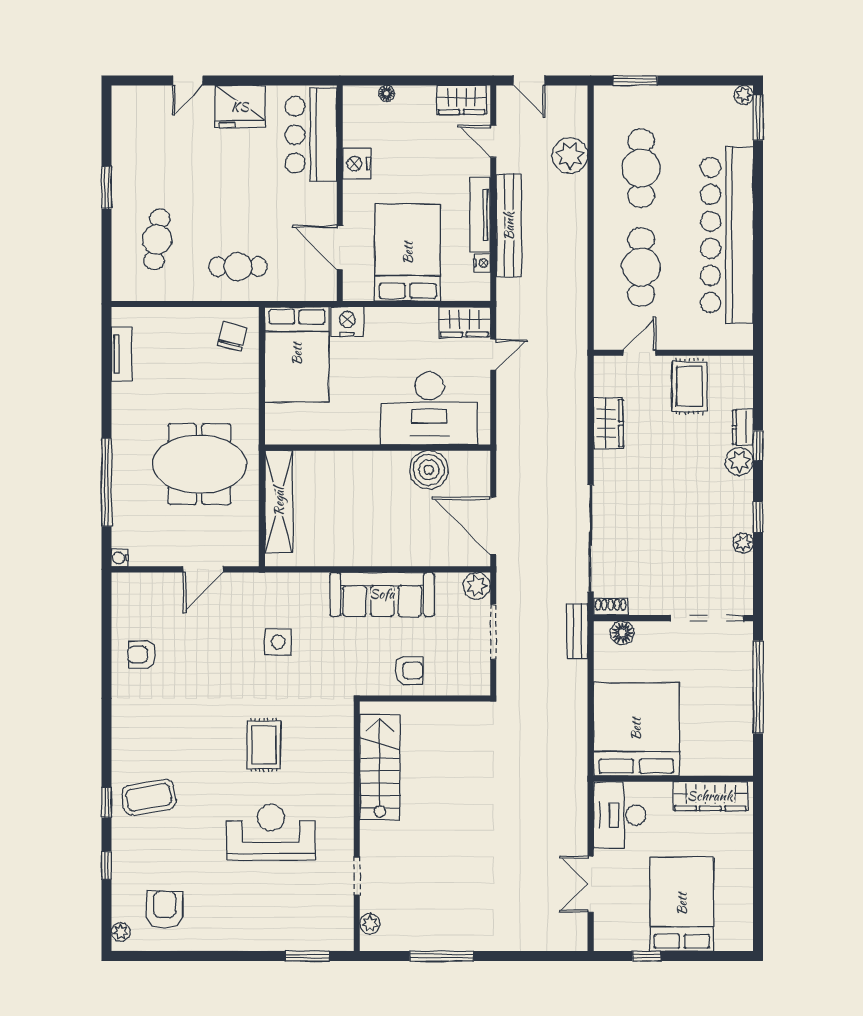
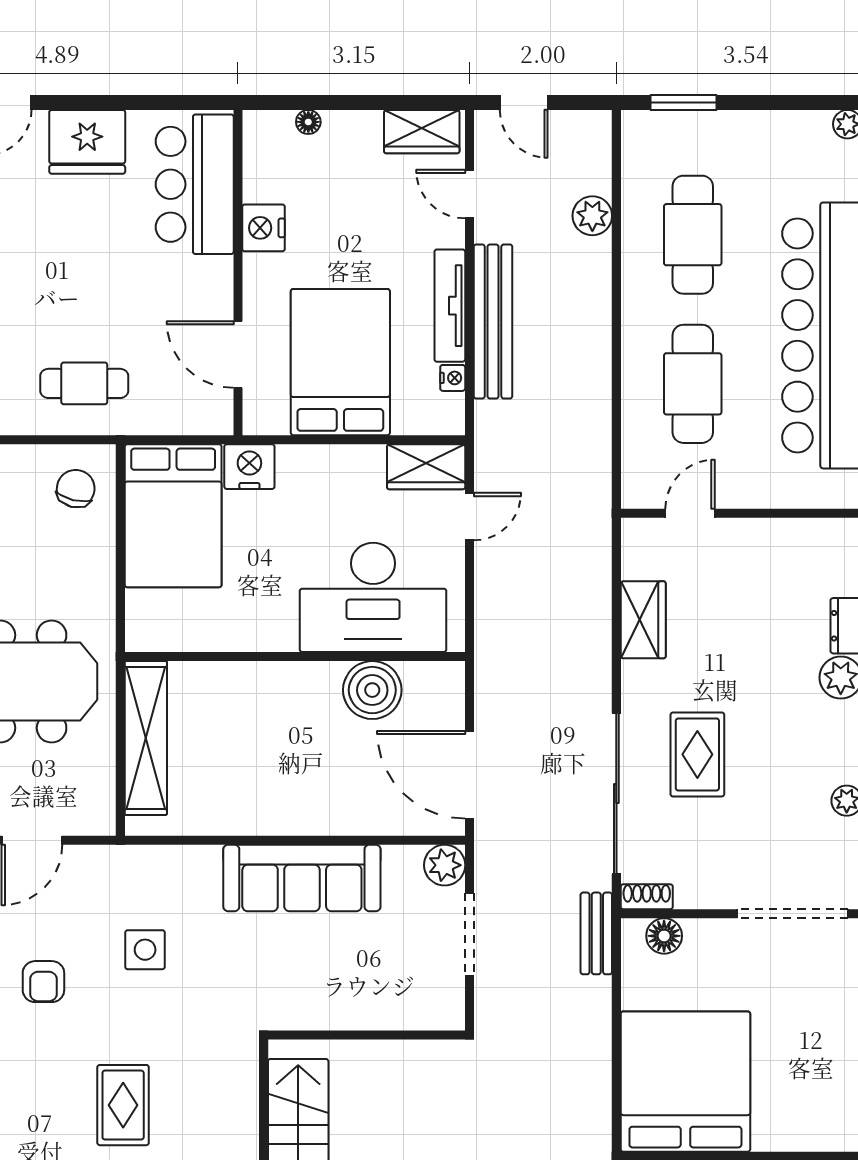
plant: (570, 156) -> (592, 216), width x0.73, depth x0.73
rug: (689, 386) -> (697, 754), moved
armchair: (409, 671) -> (43, 982), moved, turned 90

